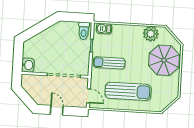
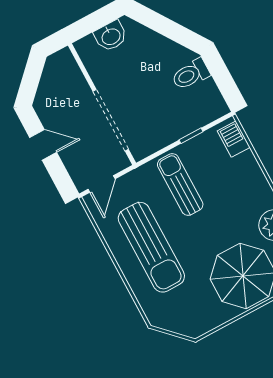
toilet: (84, 31) -> (191, 74), moved
washbasin: (28, 65) -> (111, 36), moved
door: (57, 110) -> (43, 145), hinge flipped

